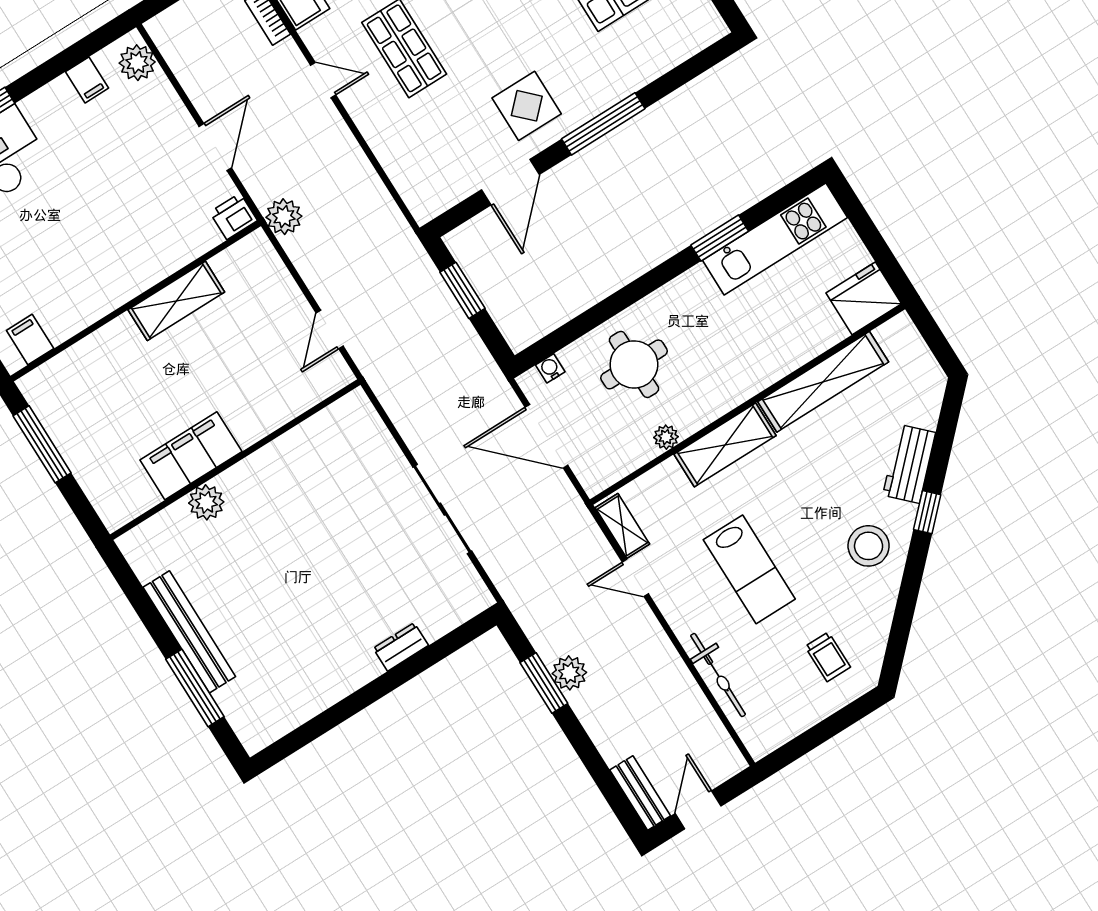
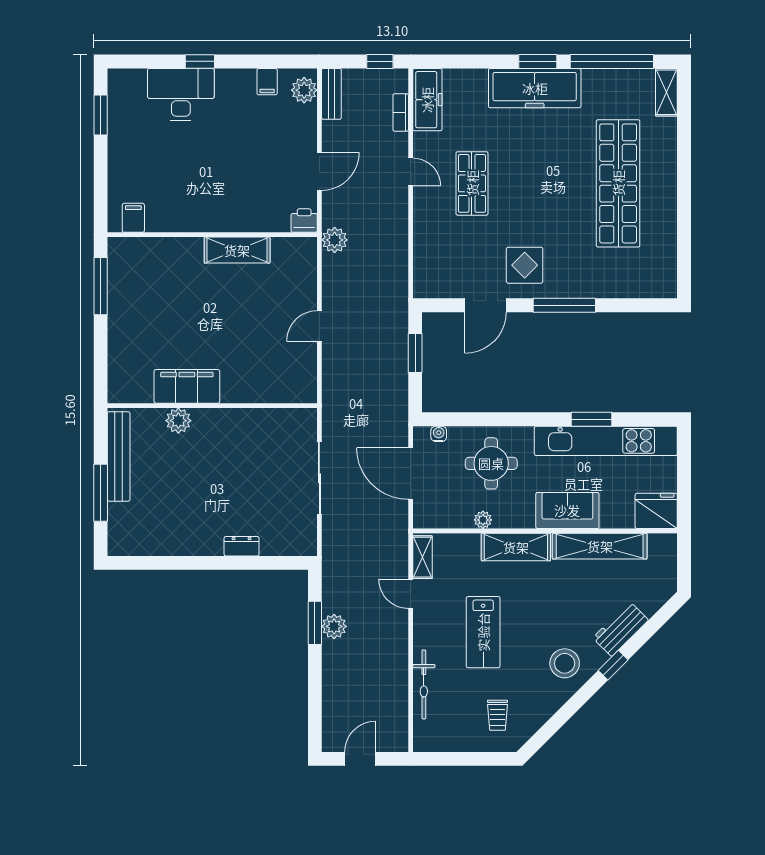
kitchen unit: (775, 239) -> (606, 441), width x1.36
sofa: (759, 364) -> (567, 510), added
filing cabinet: (191, 456) -> (187, 386), moved
wall: (235, 460) -> (212, 406), moved
plant: (206, 502) -> (178, 421), moved
bench: (640, 793) -> (331, 94), moved

